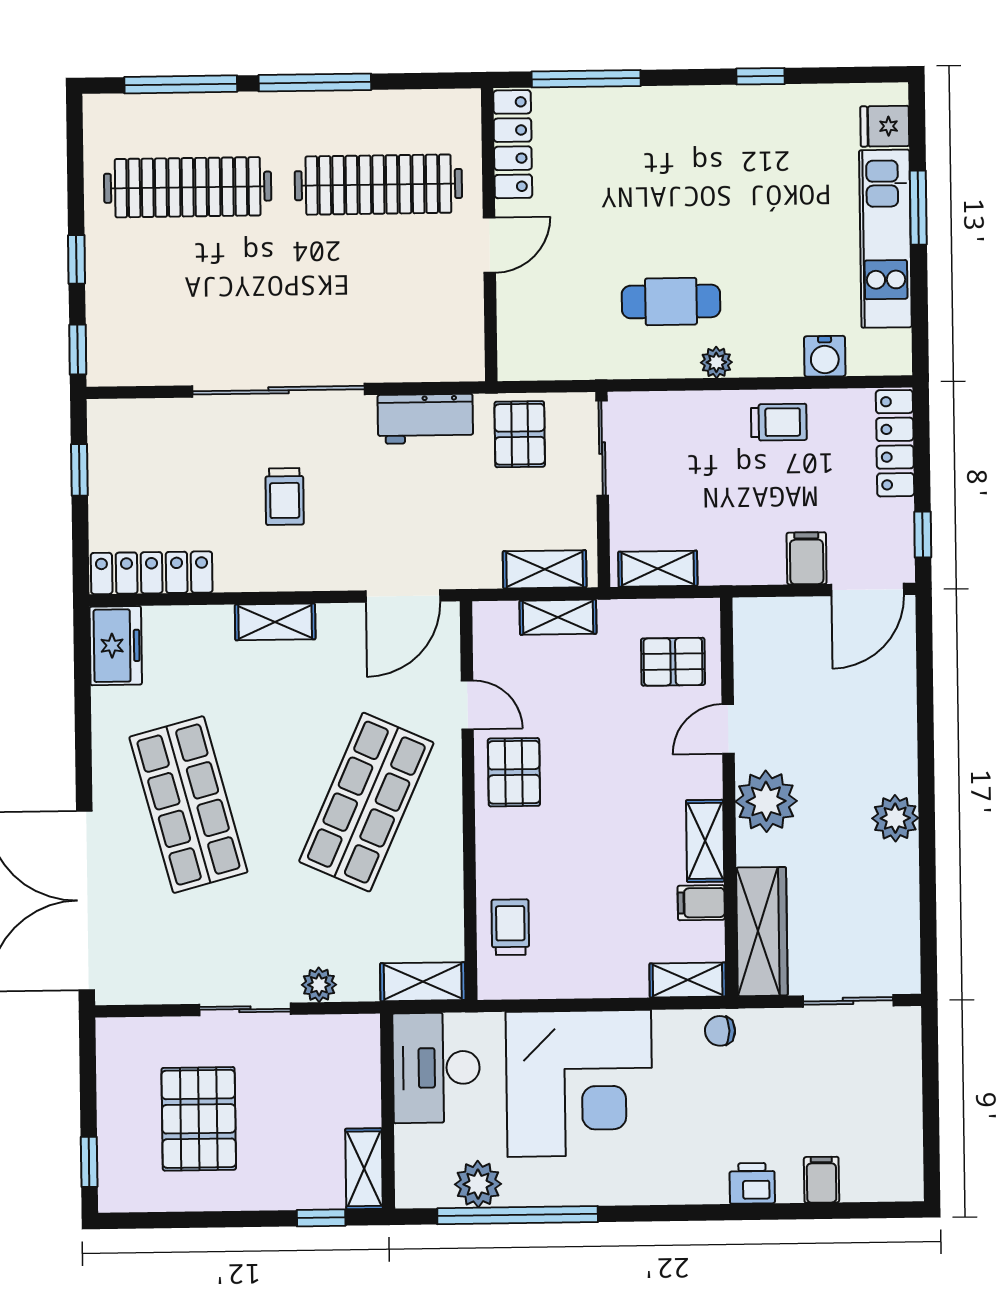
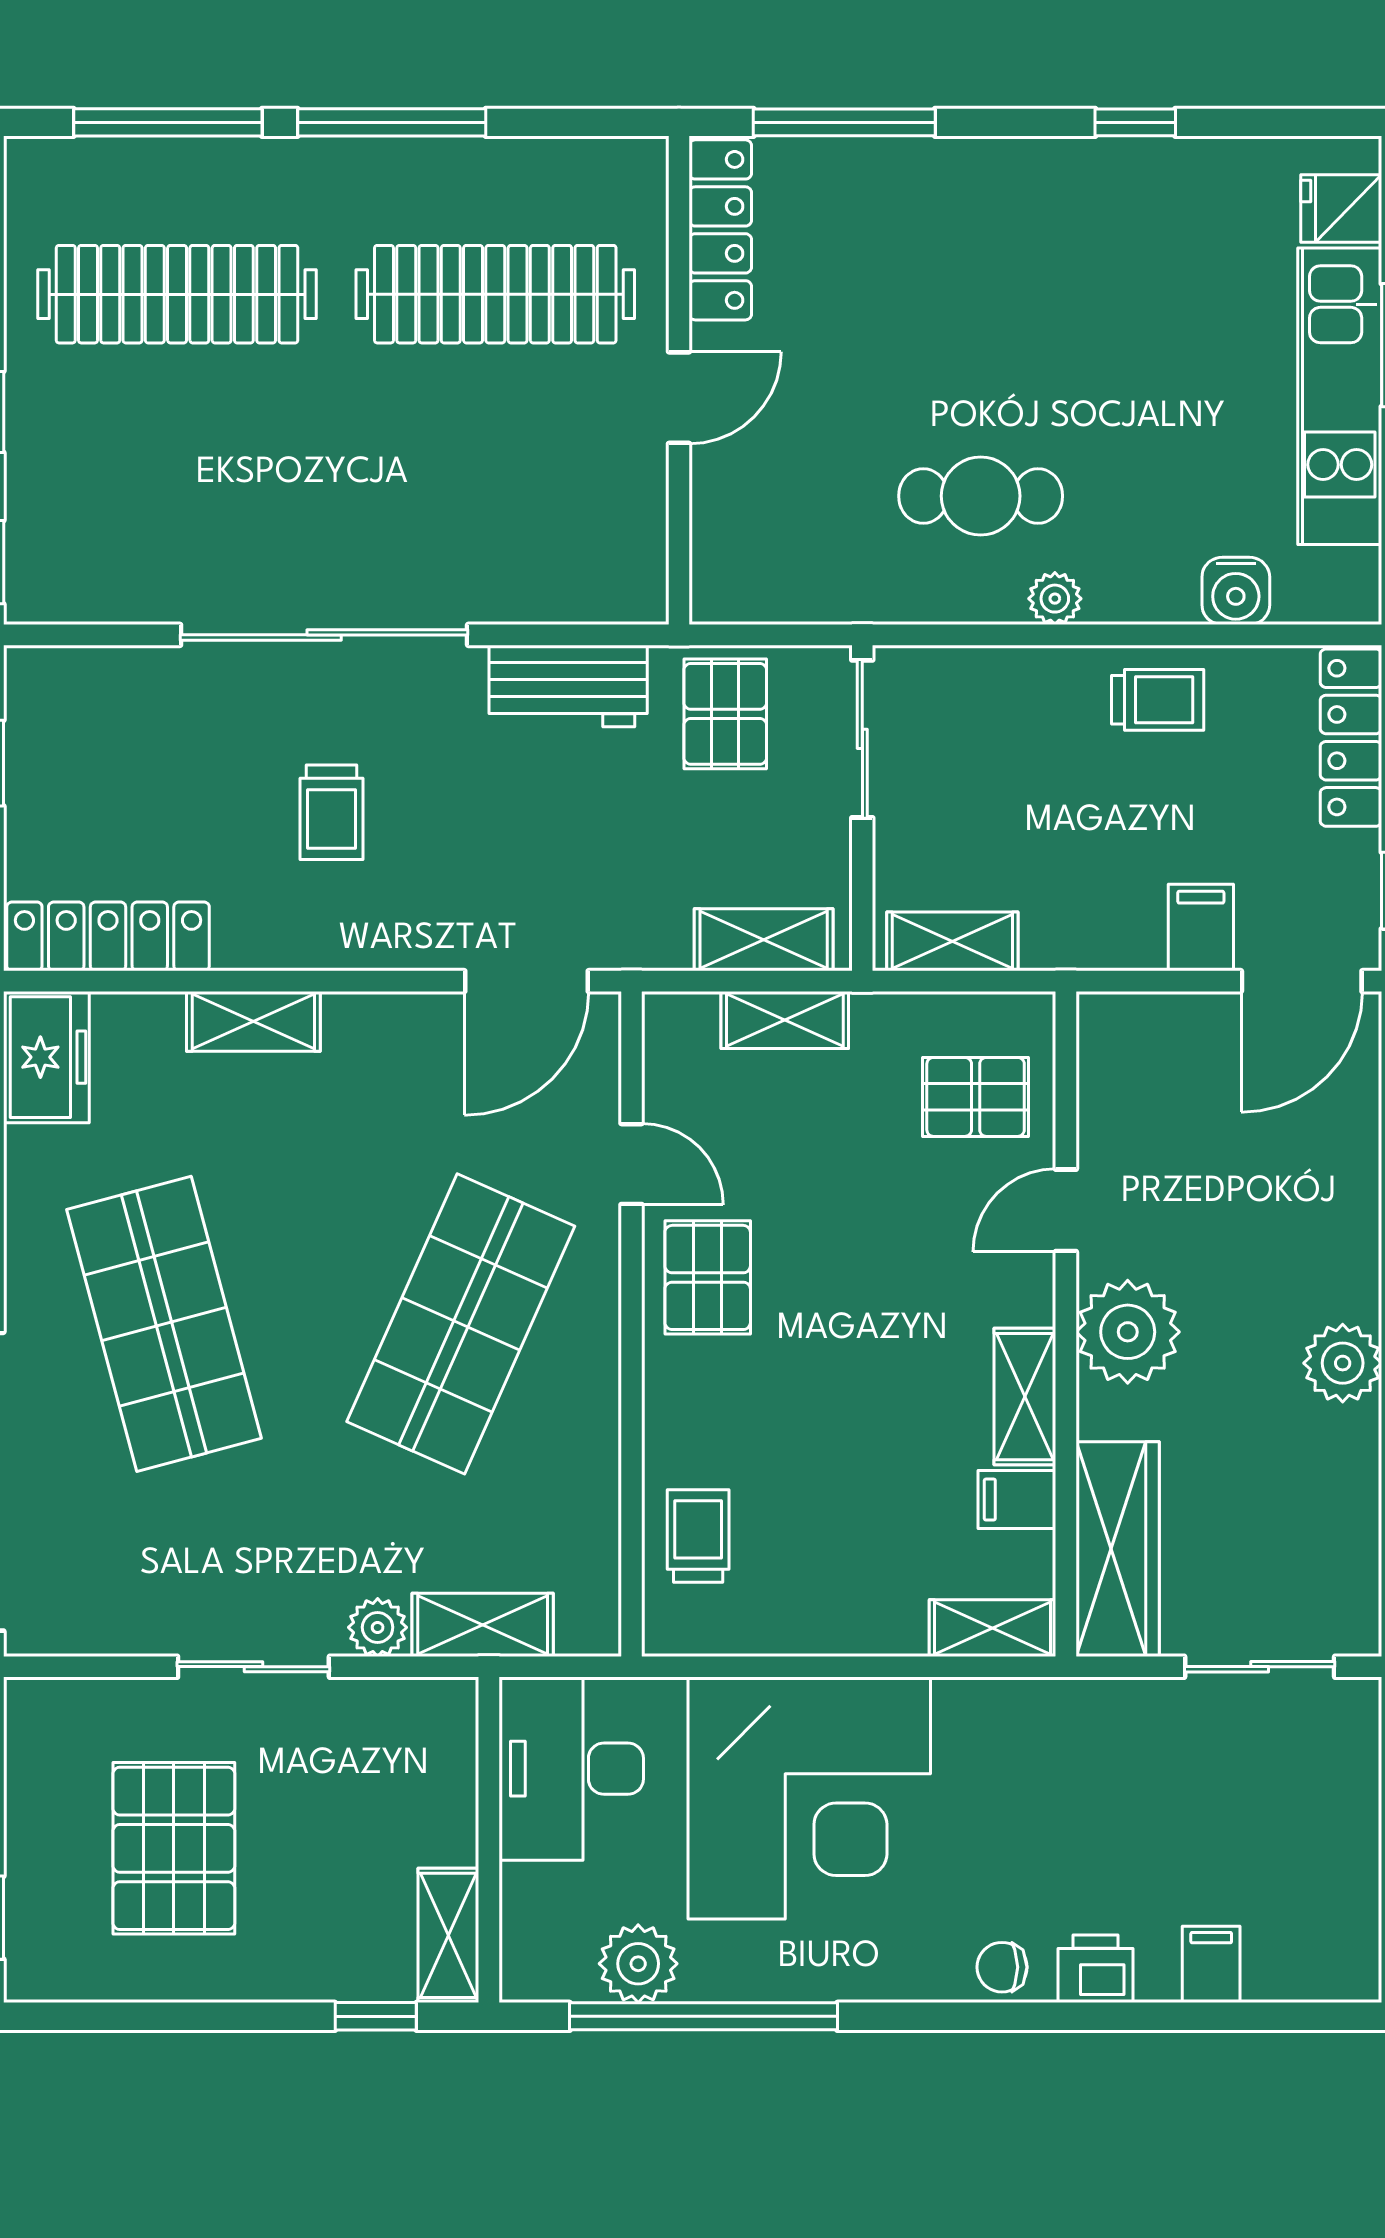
shelving: (275, 622) -> (253, 1021), moved
shelving: (423, 982) -> (483, 1625), moved
chair: (720, 1031) -> (1002, 1967), moved

